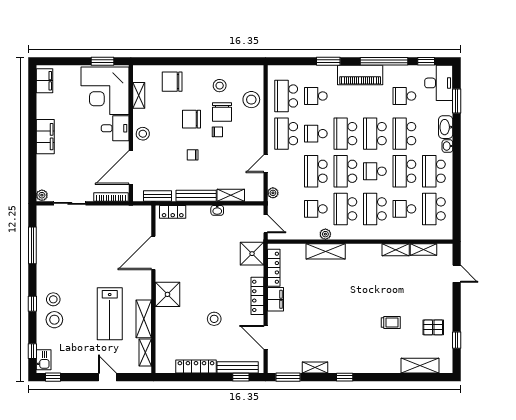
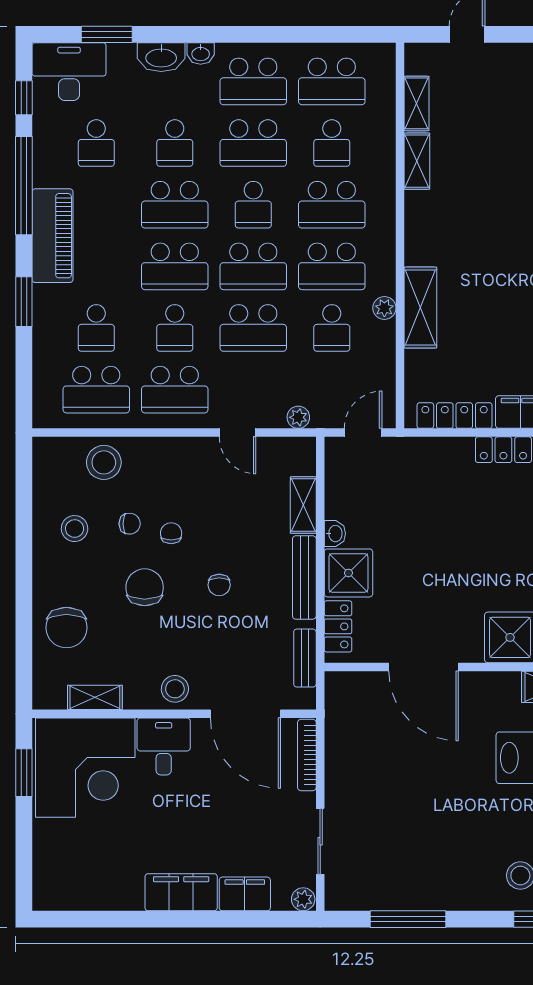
filing cabinet: (44, 81) -> (245, 894), moved
chair: (222, 112) -> (130, 524), width x0.54, depth x0.54
chair: (191, 119) -> (145, 587), turned 180
school desk: (404, 134) -> (175, 143), width x0.54
shower: (252, 254) -> (348, 573), moved

